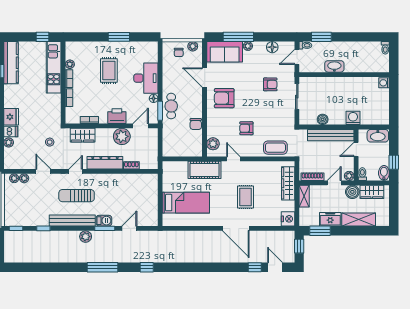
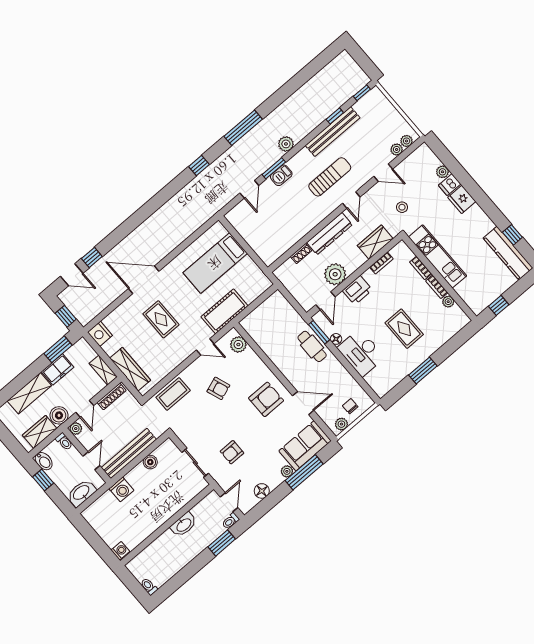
kitchen unit: (54, 67) -> (437, 256), moved
chair: (196, 124) -> (272, 350), removed
armchair: (246, 128) -> (218, 388), turned 70
bench: (72, 220) -> (333, 132), moved

